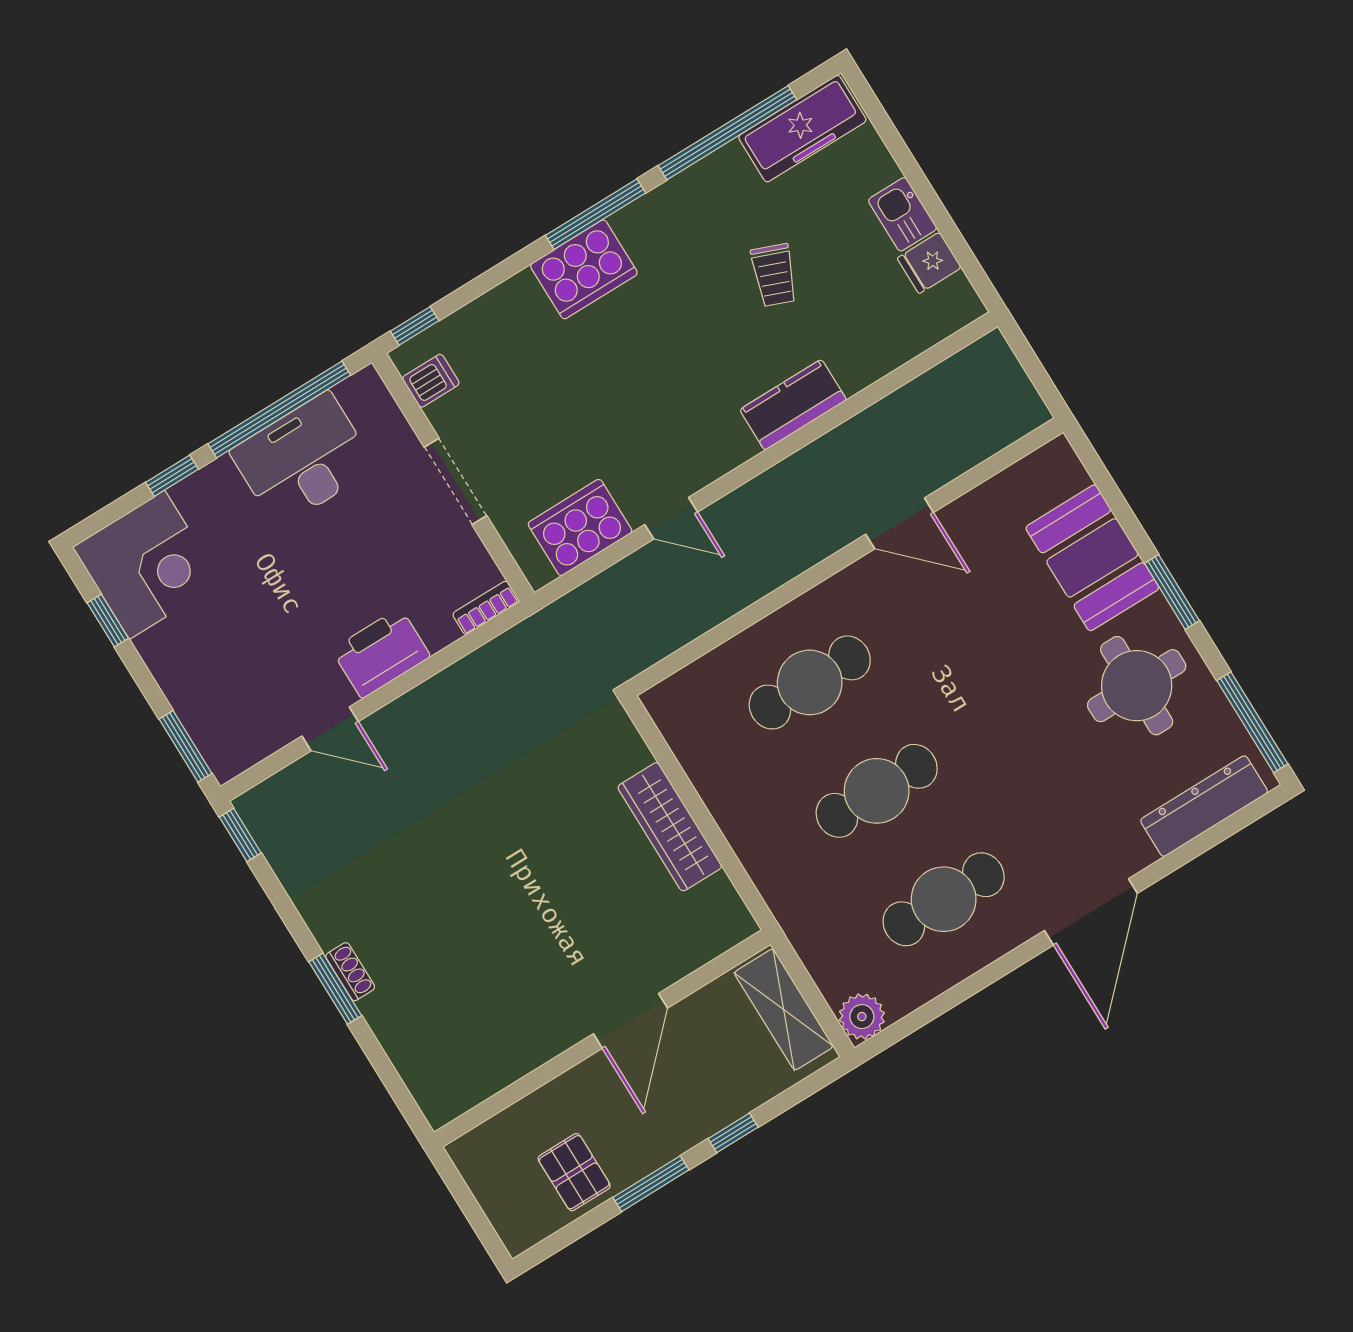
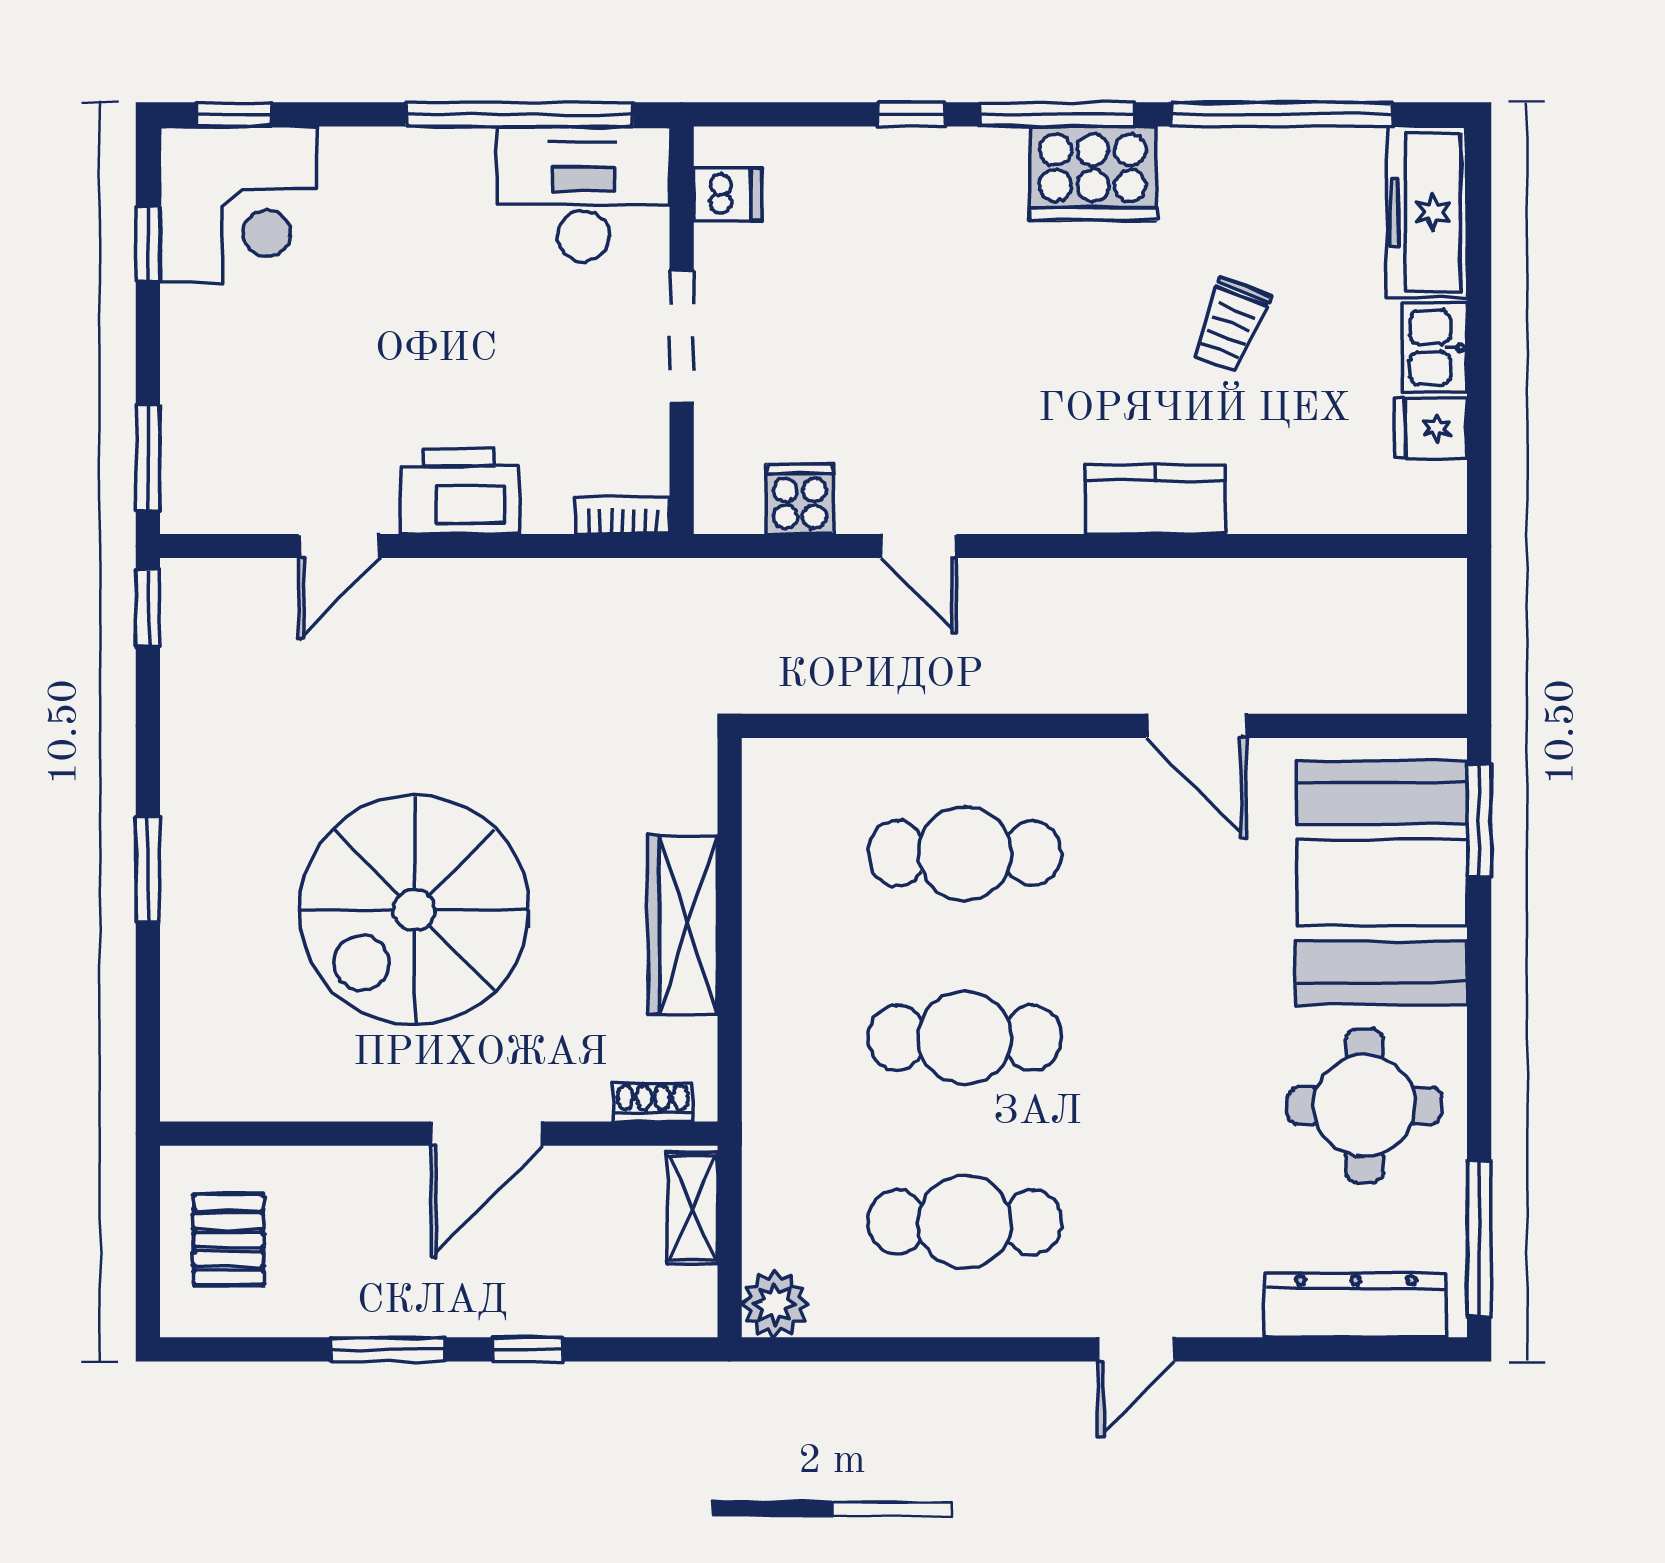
freezer: (802, 129) -> (1427, 212), moved, turned 90
cooker: (584, 269) -> (1093, 173), moved
window: (415, 326) -> (911, 114), moved
desk: (303, 460) -> (583, 194), moved
window: (172, 476) -> (234, 114), moved
cooker: (580, 527) -> (800, 499), width x0.53, depth x0.76
booth: (1092, 558) -> (1382, 883), width x1.36, depth x1.42
window: (1172, 592) -> (1479, 820), moved
door: (330, 729) -> (339, 546), hinge flipped
door: (1091, 912) -> (1136, 1349), width x0.53
spiral stairs: (506, 916) -> (414, 910), added
shoe rack: (350, 972) -> (653, 1102), moved, turned -90
shelving: (784, 1010) -> (692, 1208), width x0.67, depth x0.75
pallet: (574, 1172) -> (228, 1240), moved

